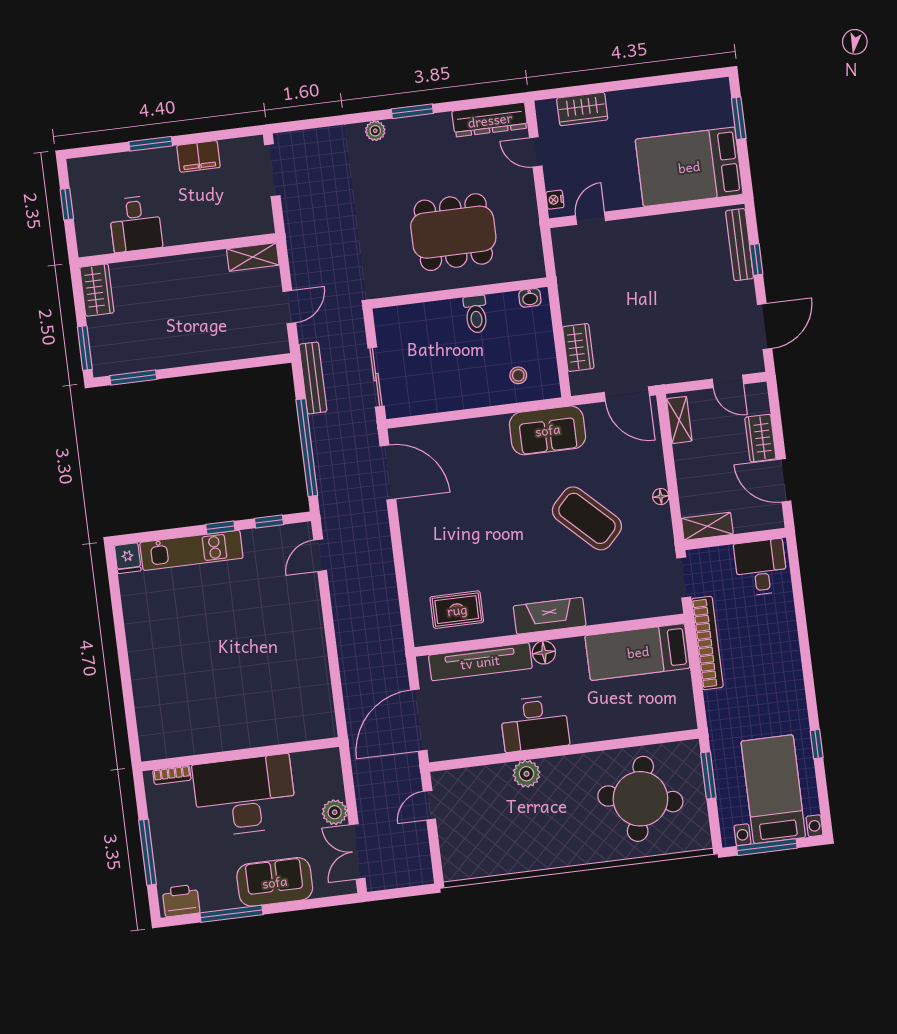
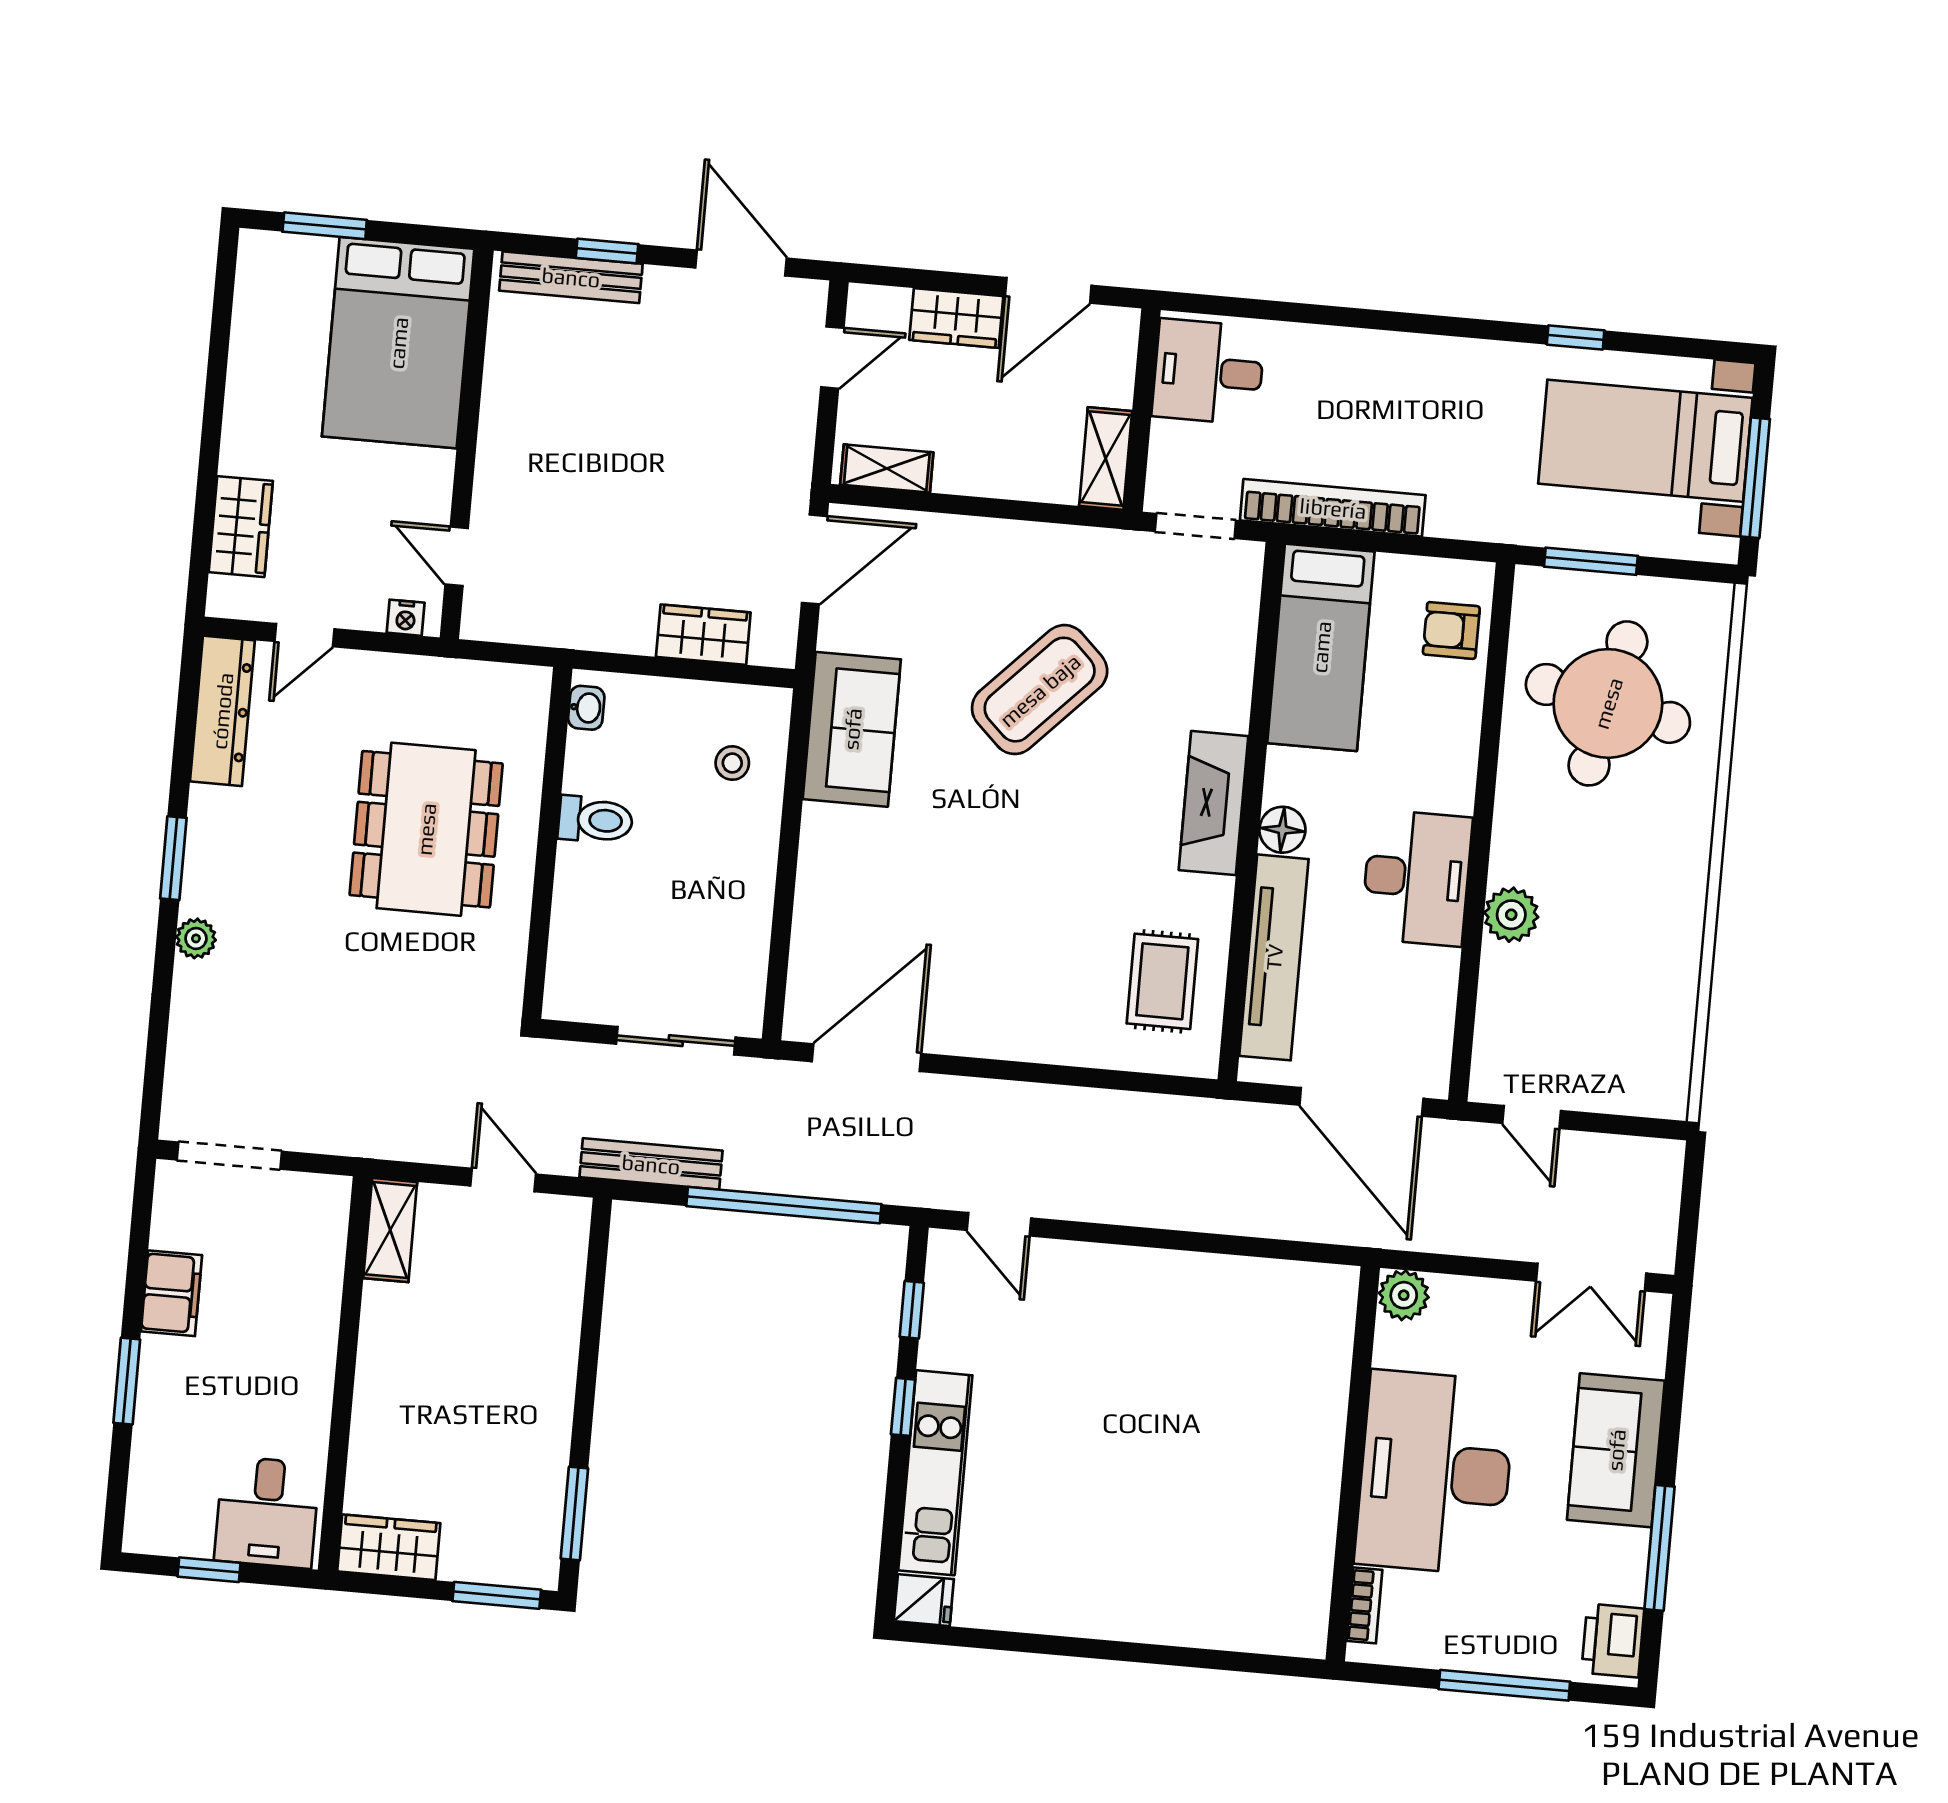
desk: (135, 224) -> (267, 1512), moved, turned 90
floor lamp: (661, 497) -> (1028, 537), removed
armchair: (660, 714) -> (1451, 630), added
plant: (335, 812) -> (1404, 1295), moved

